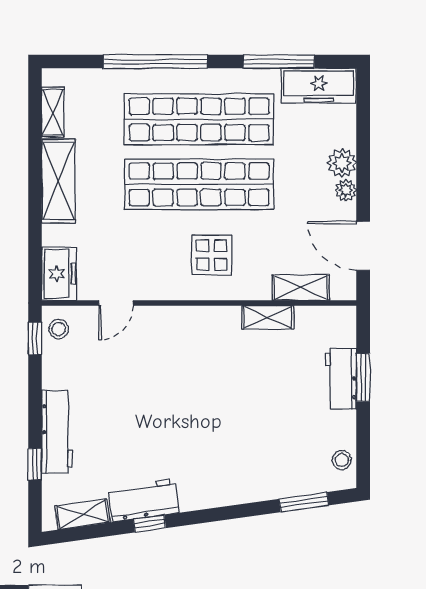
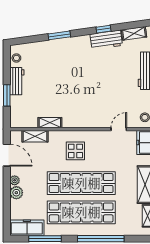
workbench: (341, 379) -> (17, 81), moved
window: (304, 502) -> (59, 35), moved

